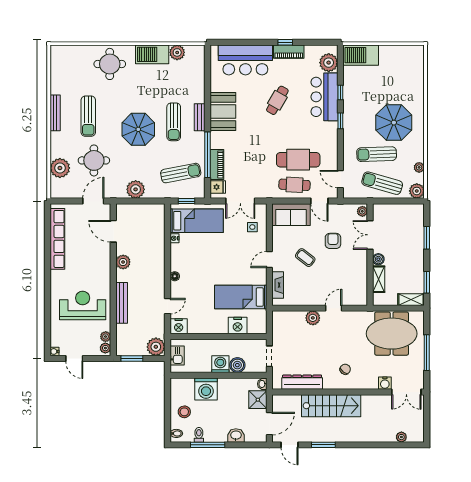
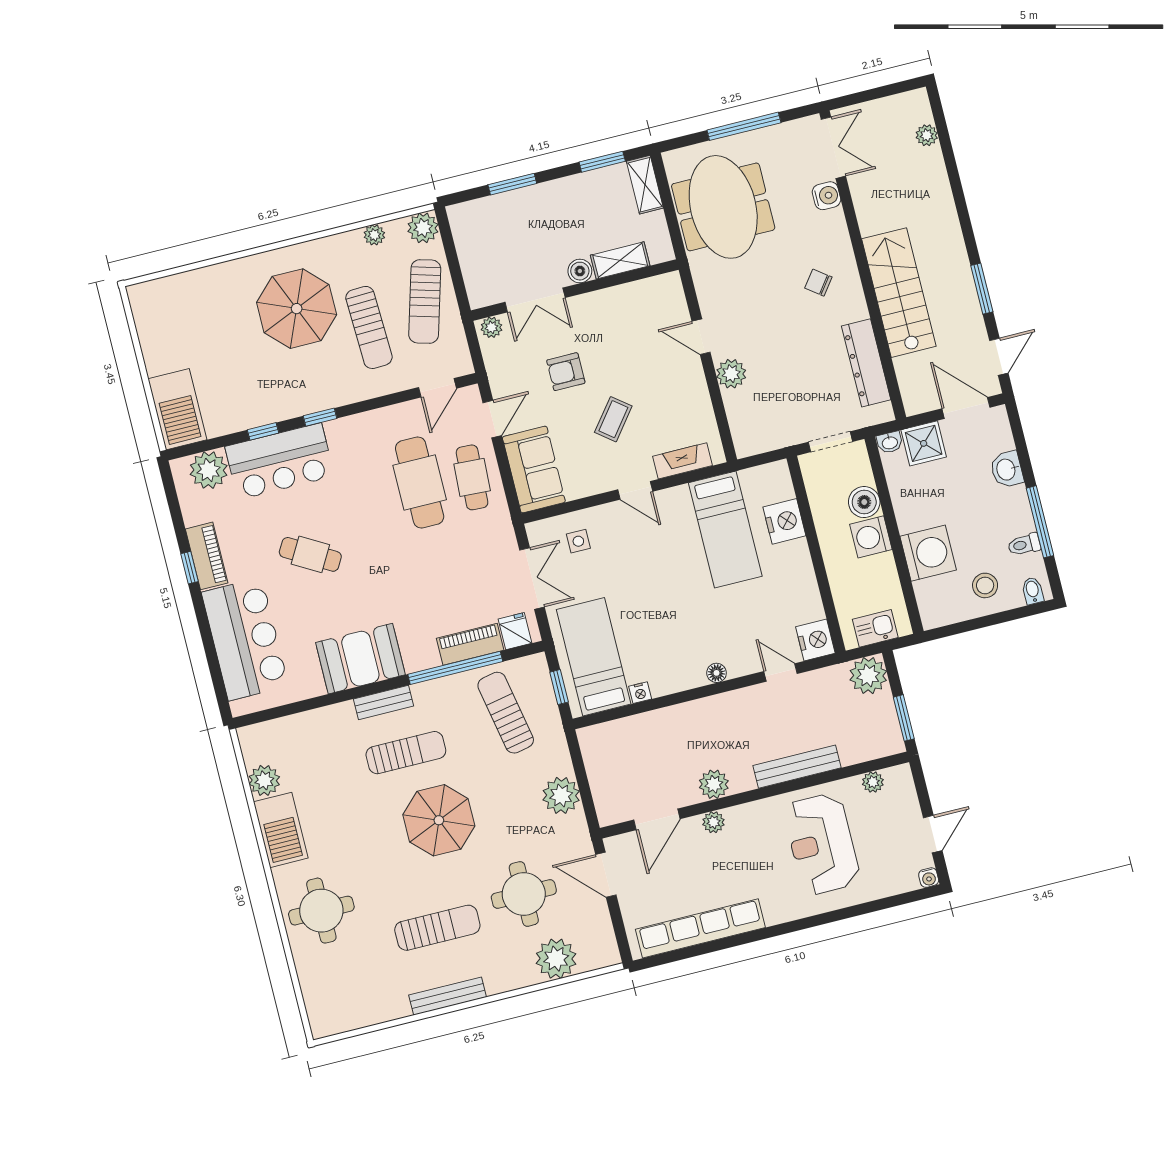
plant: (105, 348) -> (713, 822), moved

